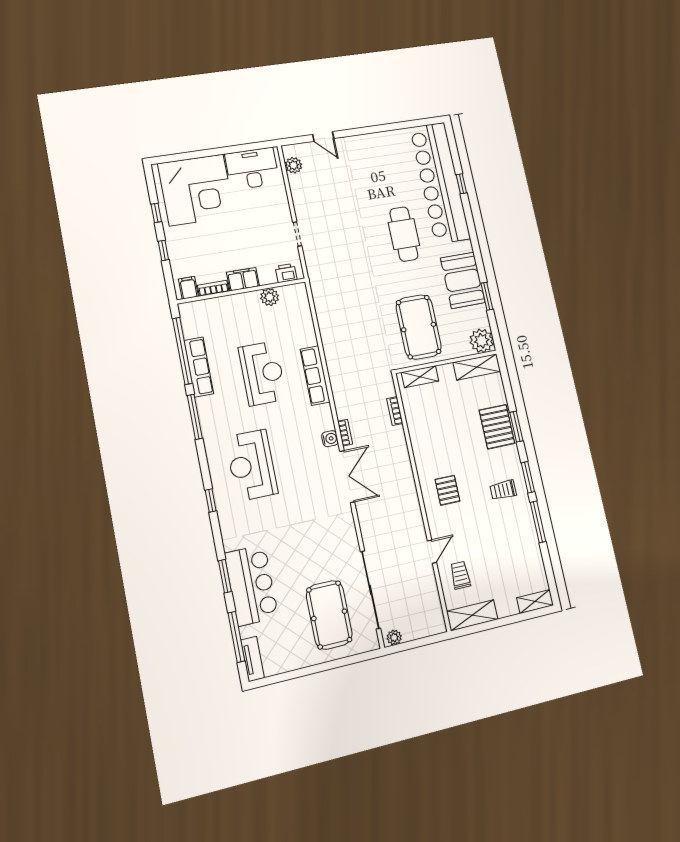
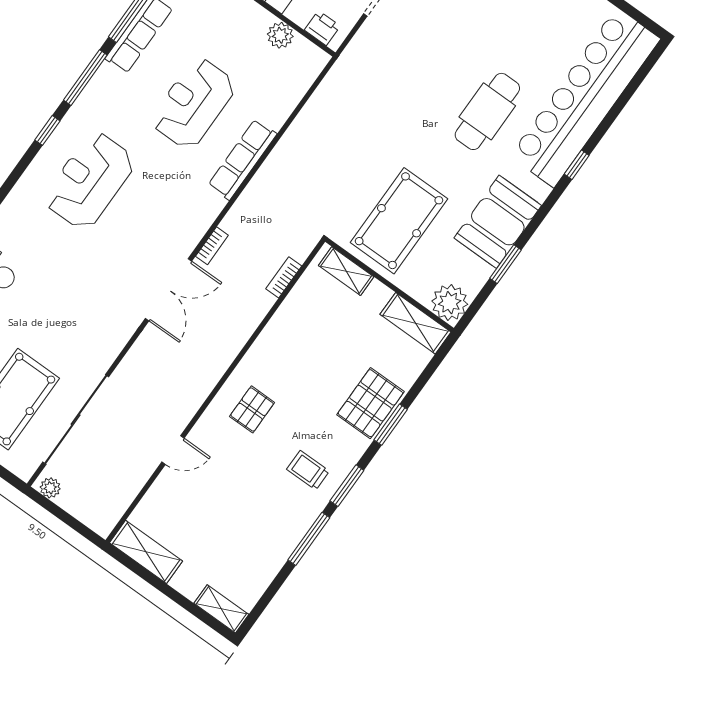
window: (461, 184) -> (577, 165), moved
reception desk: (263, 373) -> (194, 103), turned 180
water cooler: (330, 439) -> (191, 236), removed
window: (211, 500) -> (47, 130), moved
trolley: (460, 575) -> (176, 502), removed

